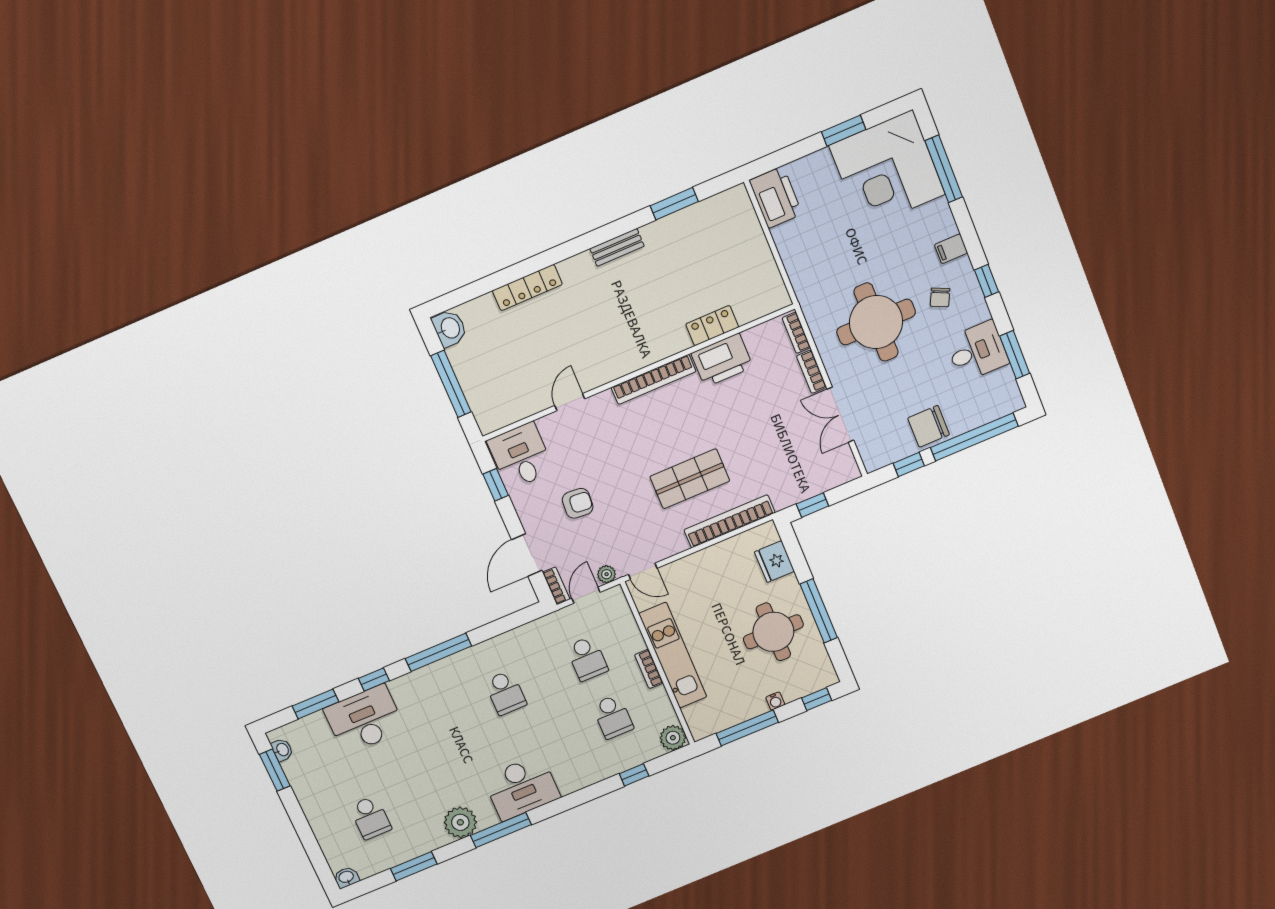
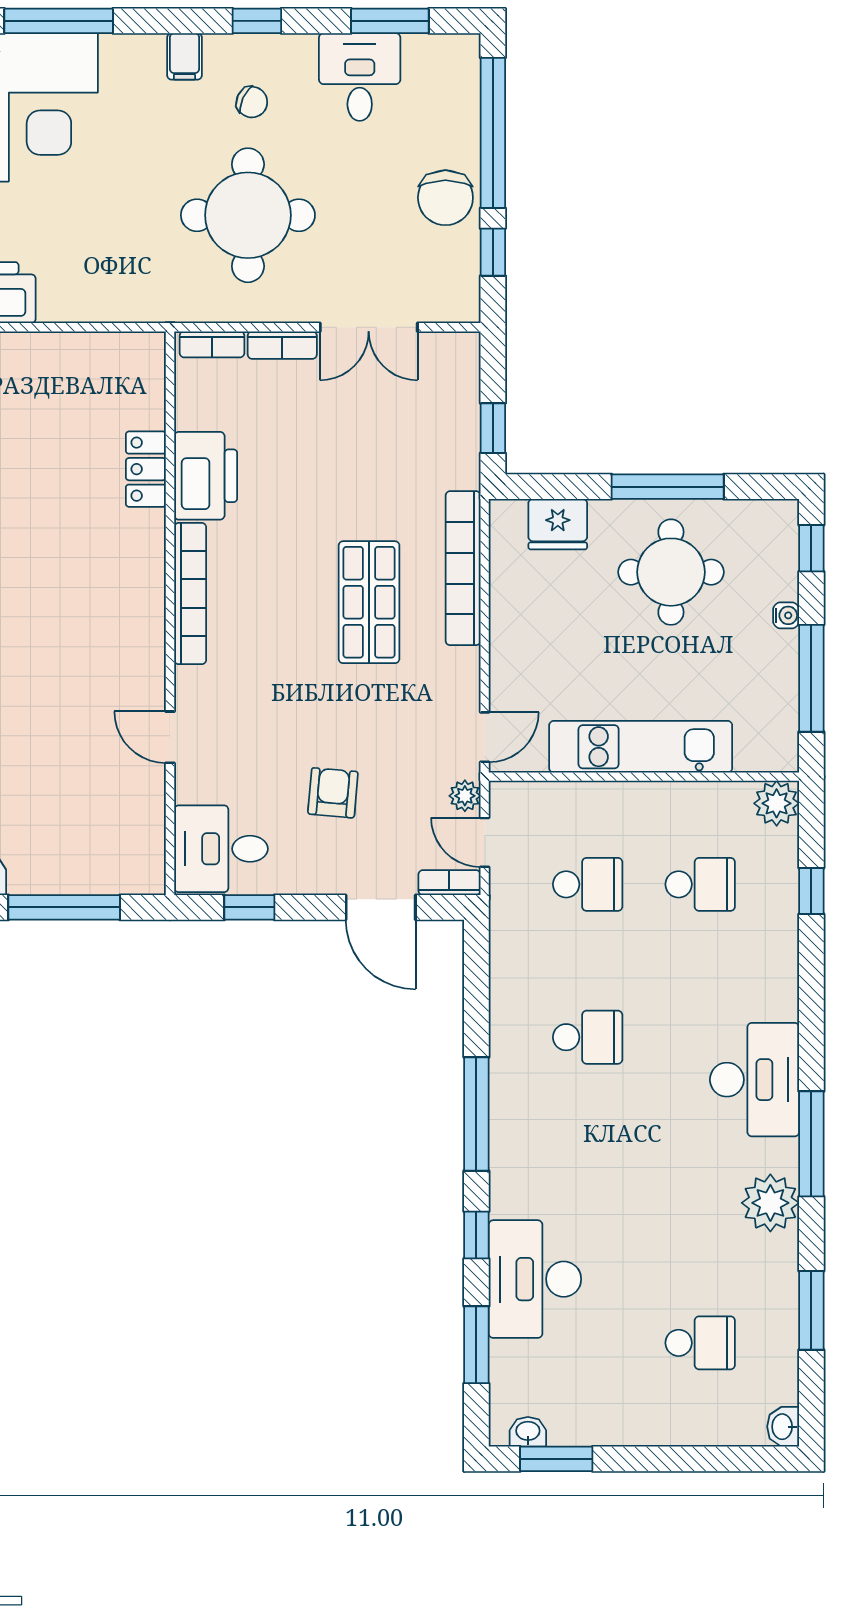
bookcase: (649, 669) -> (647, 794), removed

